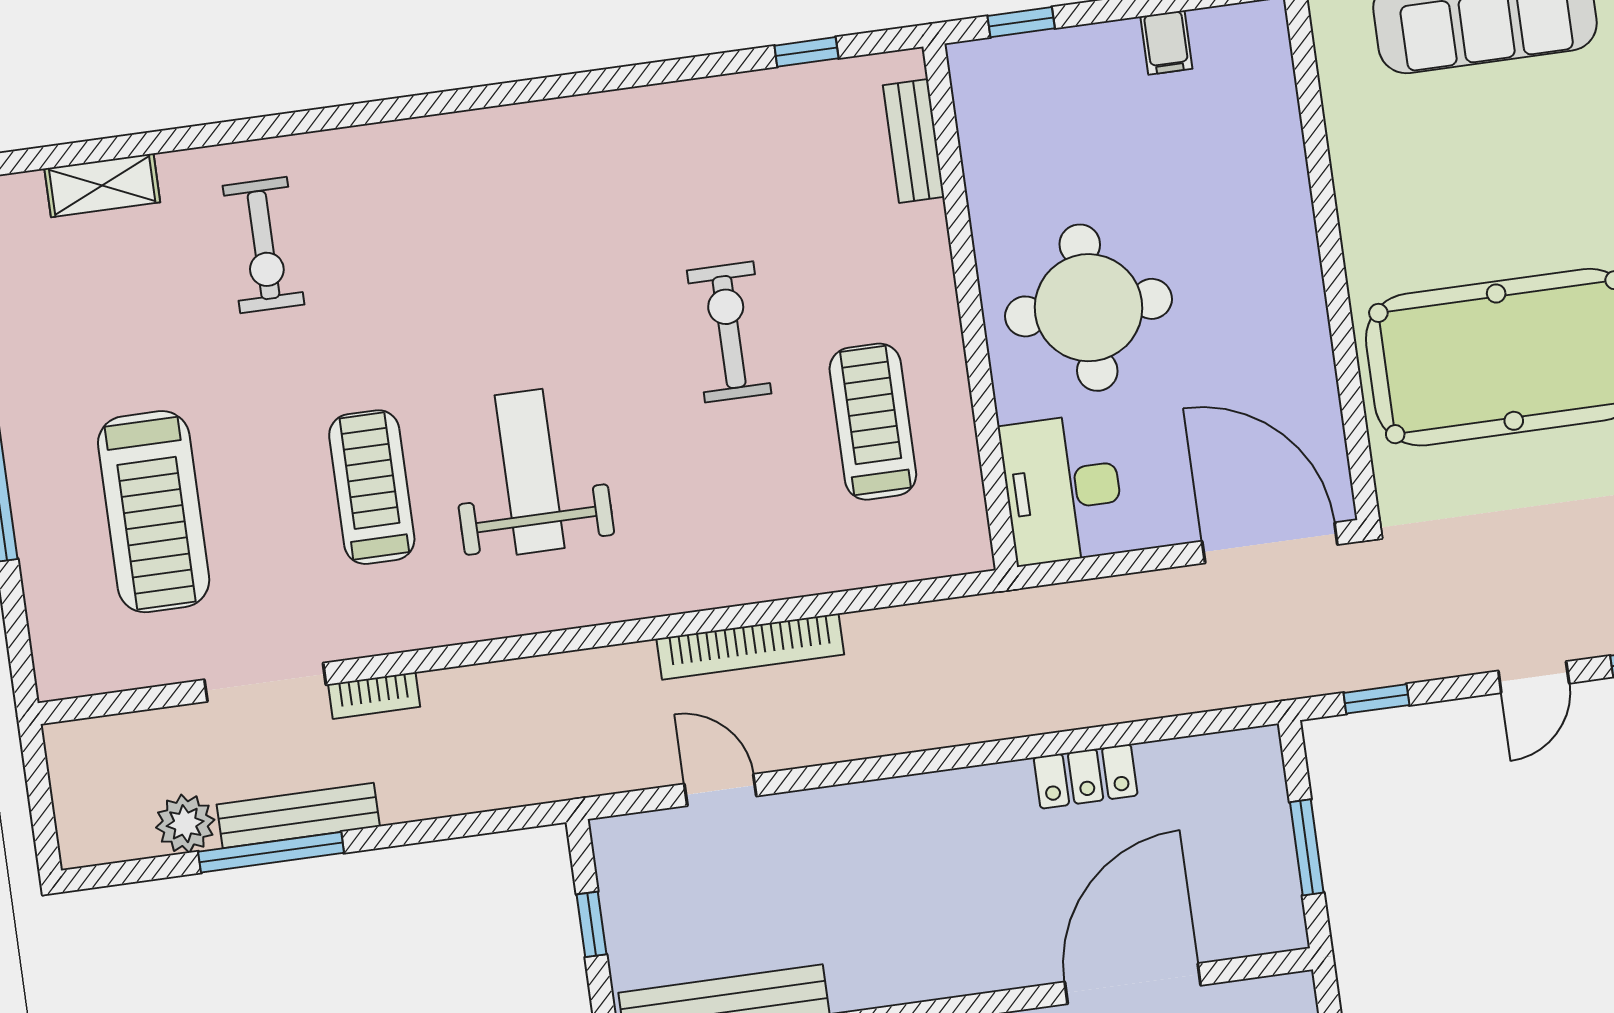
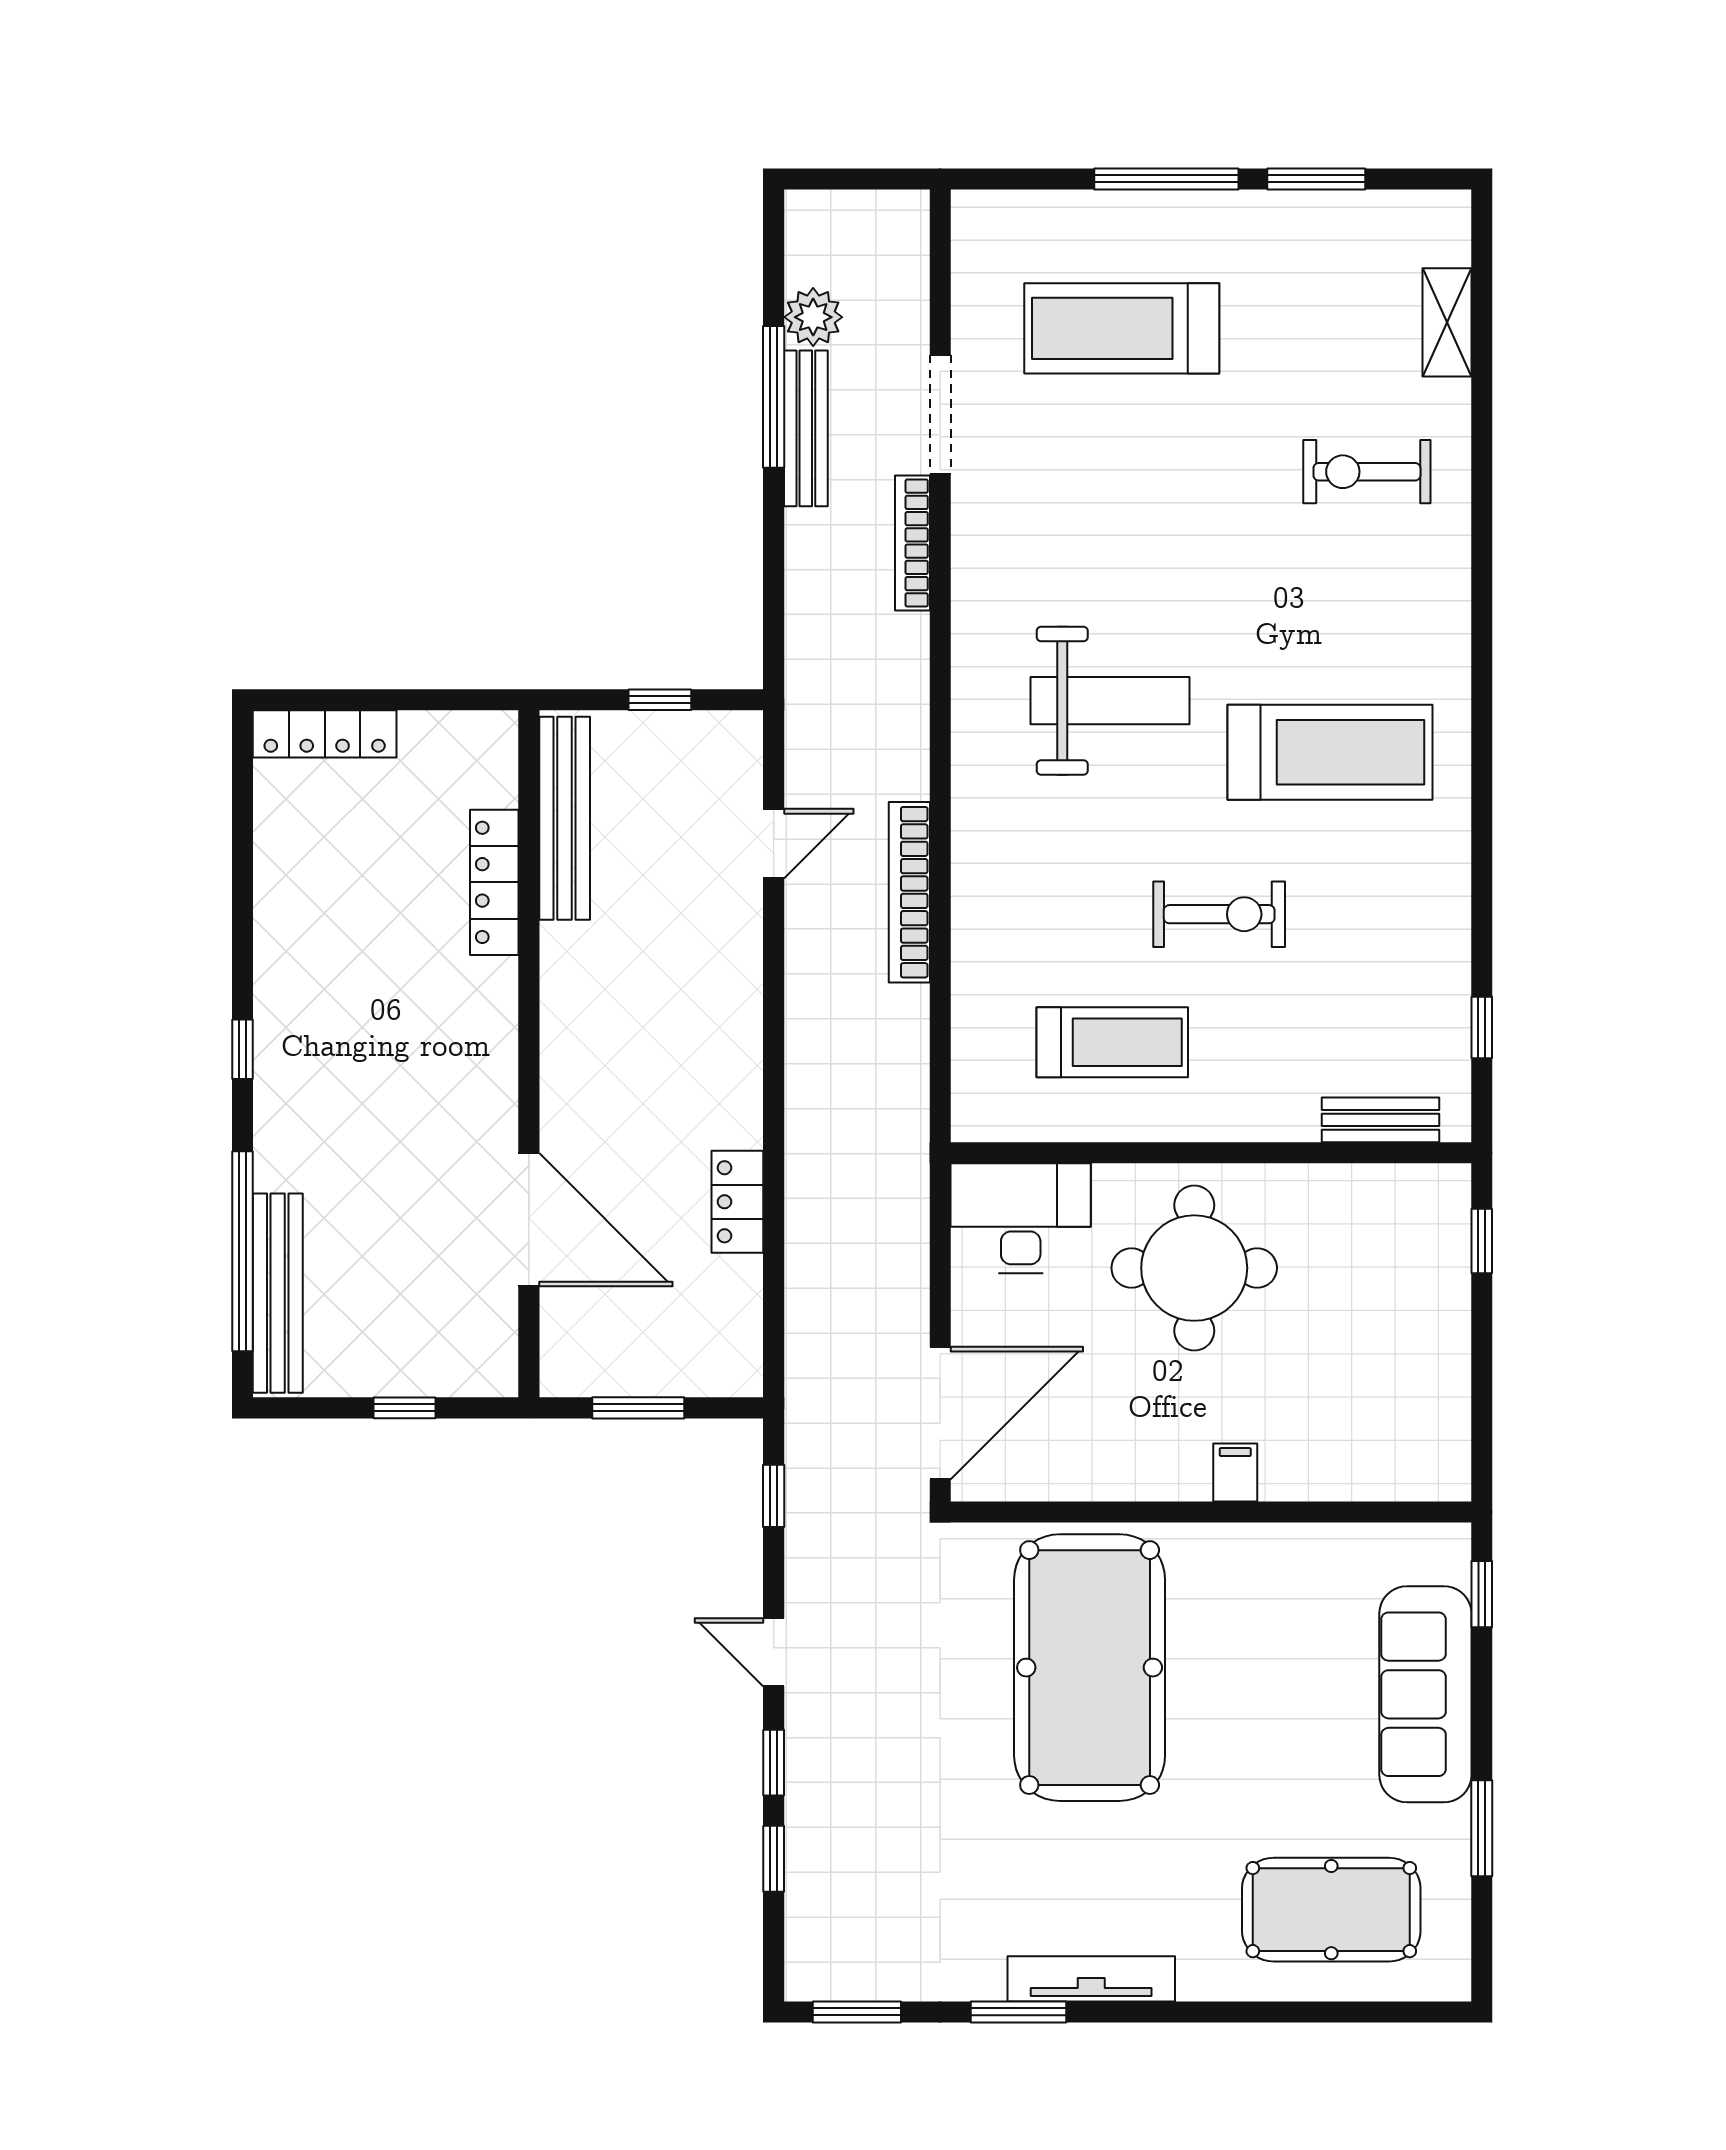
filing cabinet: (1166, 43) -> (1235, 1472), moved, turned 90
treadmill: (372, 487) -> (1330, 752), moved, width x1.37, depth x1.38
bookcase: (374, 696) -> (912, 543), width x1.56

